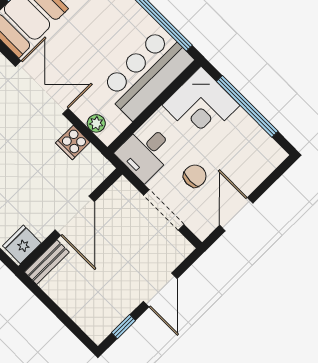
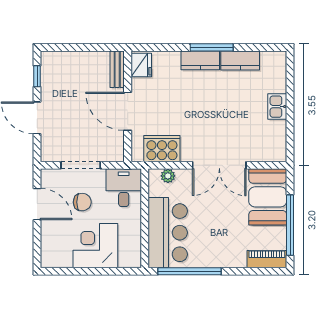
corner desk: (201, 105) -> (95, 246), moved
window: (247, 106) -> (92, 271), removed
cooker: (73, 142) -> (162, 149), width x1.87, depth x1.31
chair: (195, 176) -> (82, 202), turned -90

